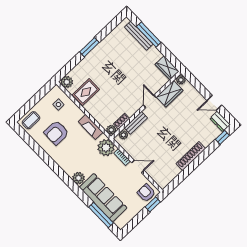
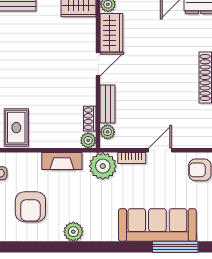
door: (150, 101) -> (98, 64), swing flipped
plant: (79, 178) -> (73, 232), moved

